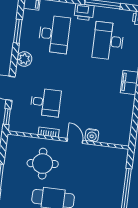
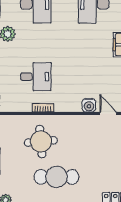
door: (75, 141) -> (108, 113), moved

